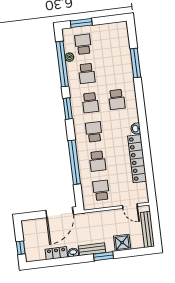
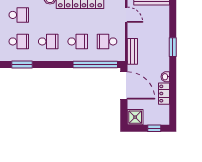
school desk: (94, 132) -> (48, 41), turned 180
window: (74, 162) -> (95, 65), moved
door: (130, 206) -> (126, 15), hinge flipped
shower: (122, 243) -> (135, 117), moved
bench: (92, 249) -> (132, 51), moved

